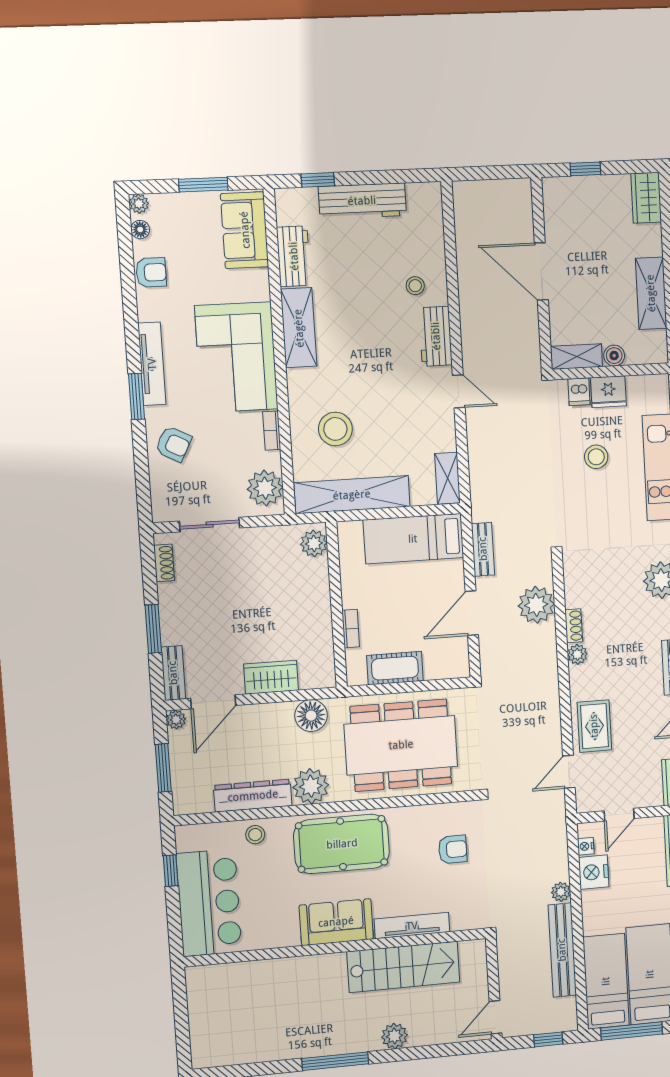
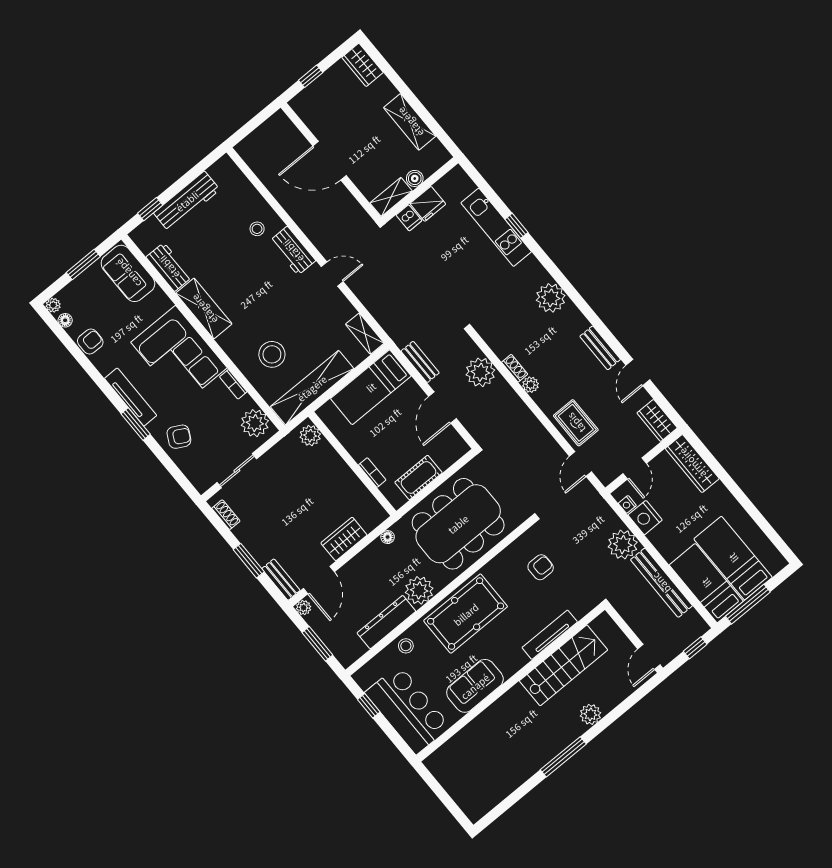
stool: (596, 457) -> (450, 251), removed
floor lamp: (311, 716) -> (388, 537), width x0.53, depth x0.53
plant: (561, 892) -> (623, 545), width x1.87, depth x1.87
sofa: (336, 922) -> (475, 686), moved

